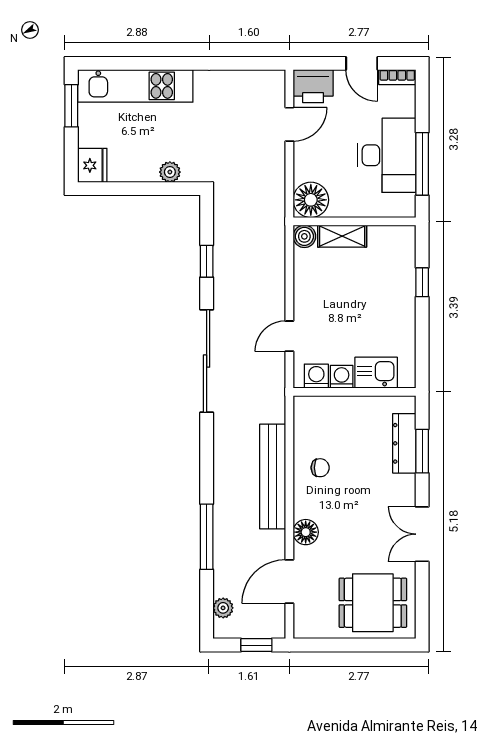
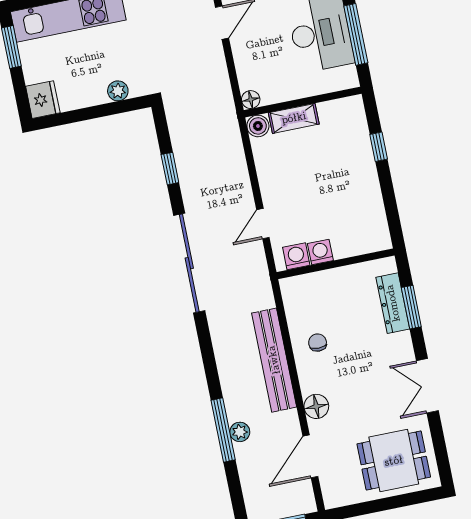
floor lamp: (311, 200) -> (251, 100), width x0.53, depth x0.53
kitchen sink: (376, 373) -> (352, 241), removed
chair: (320, 468) -> (318, 343), turned -90
plant: (223, 608) -> (240, 432), moved

